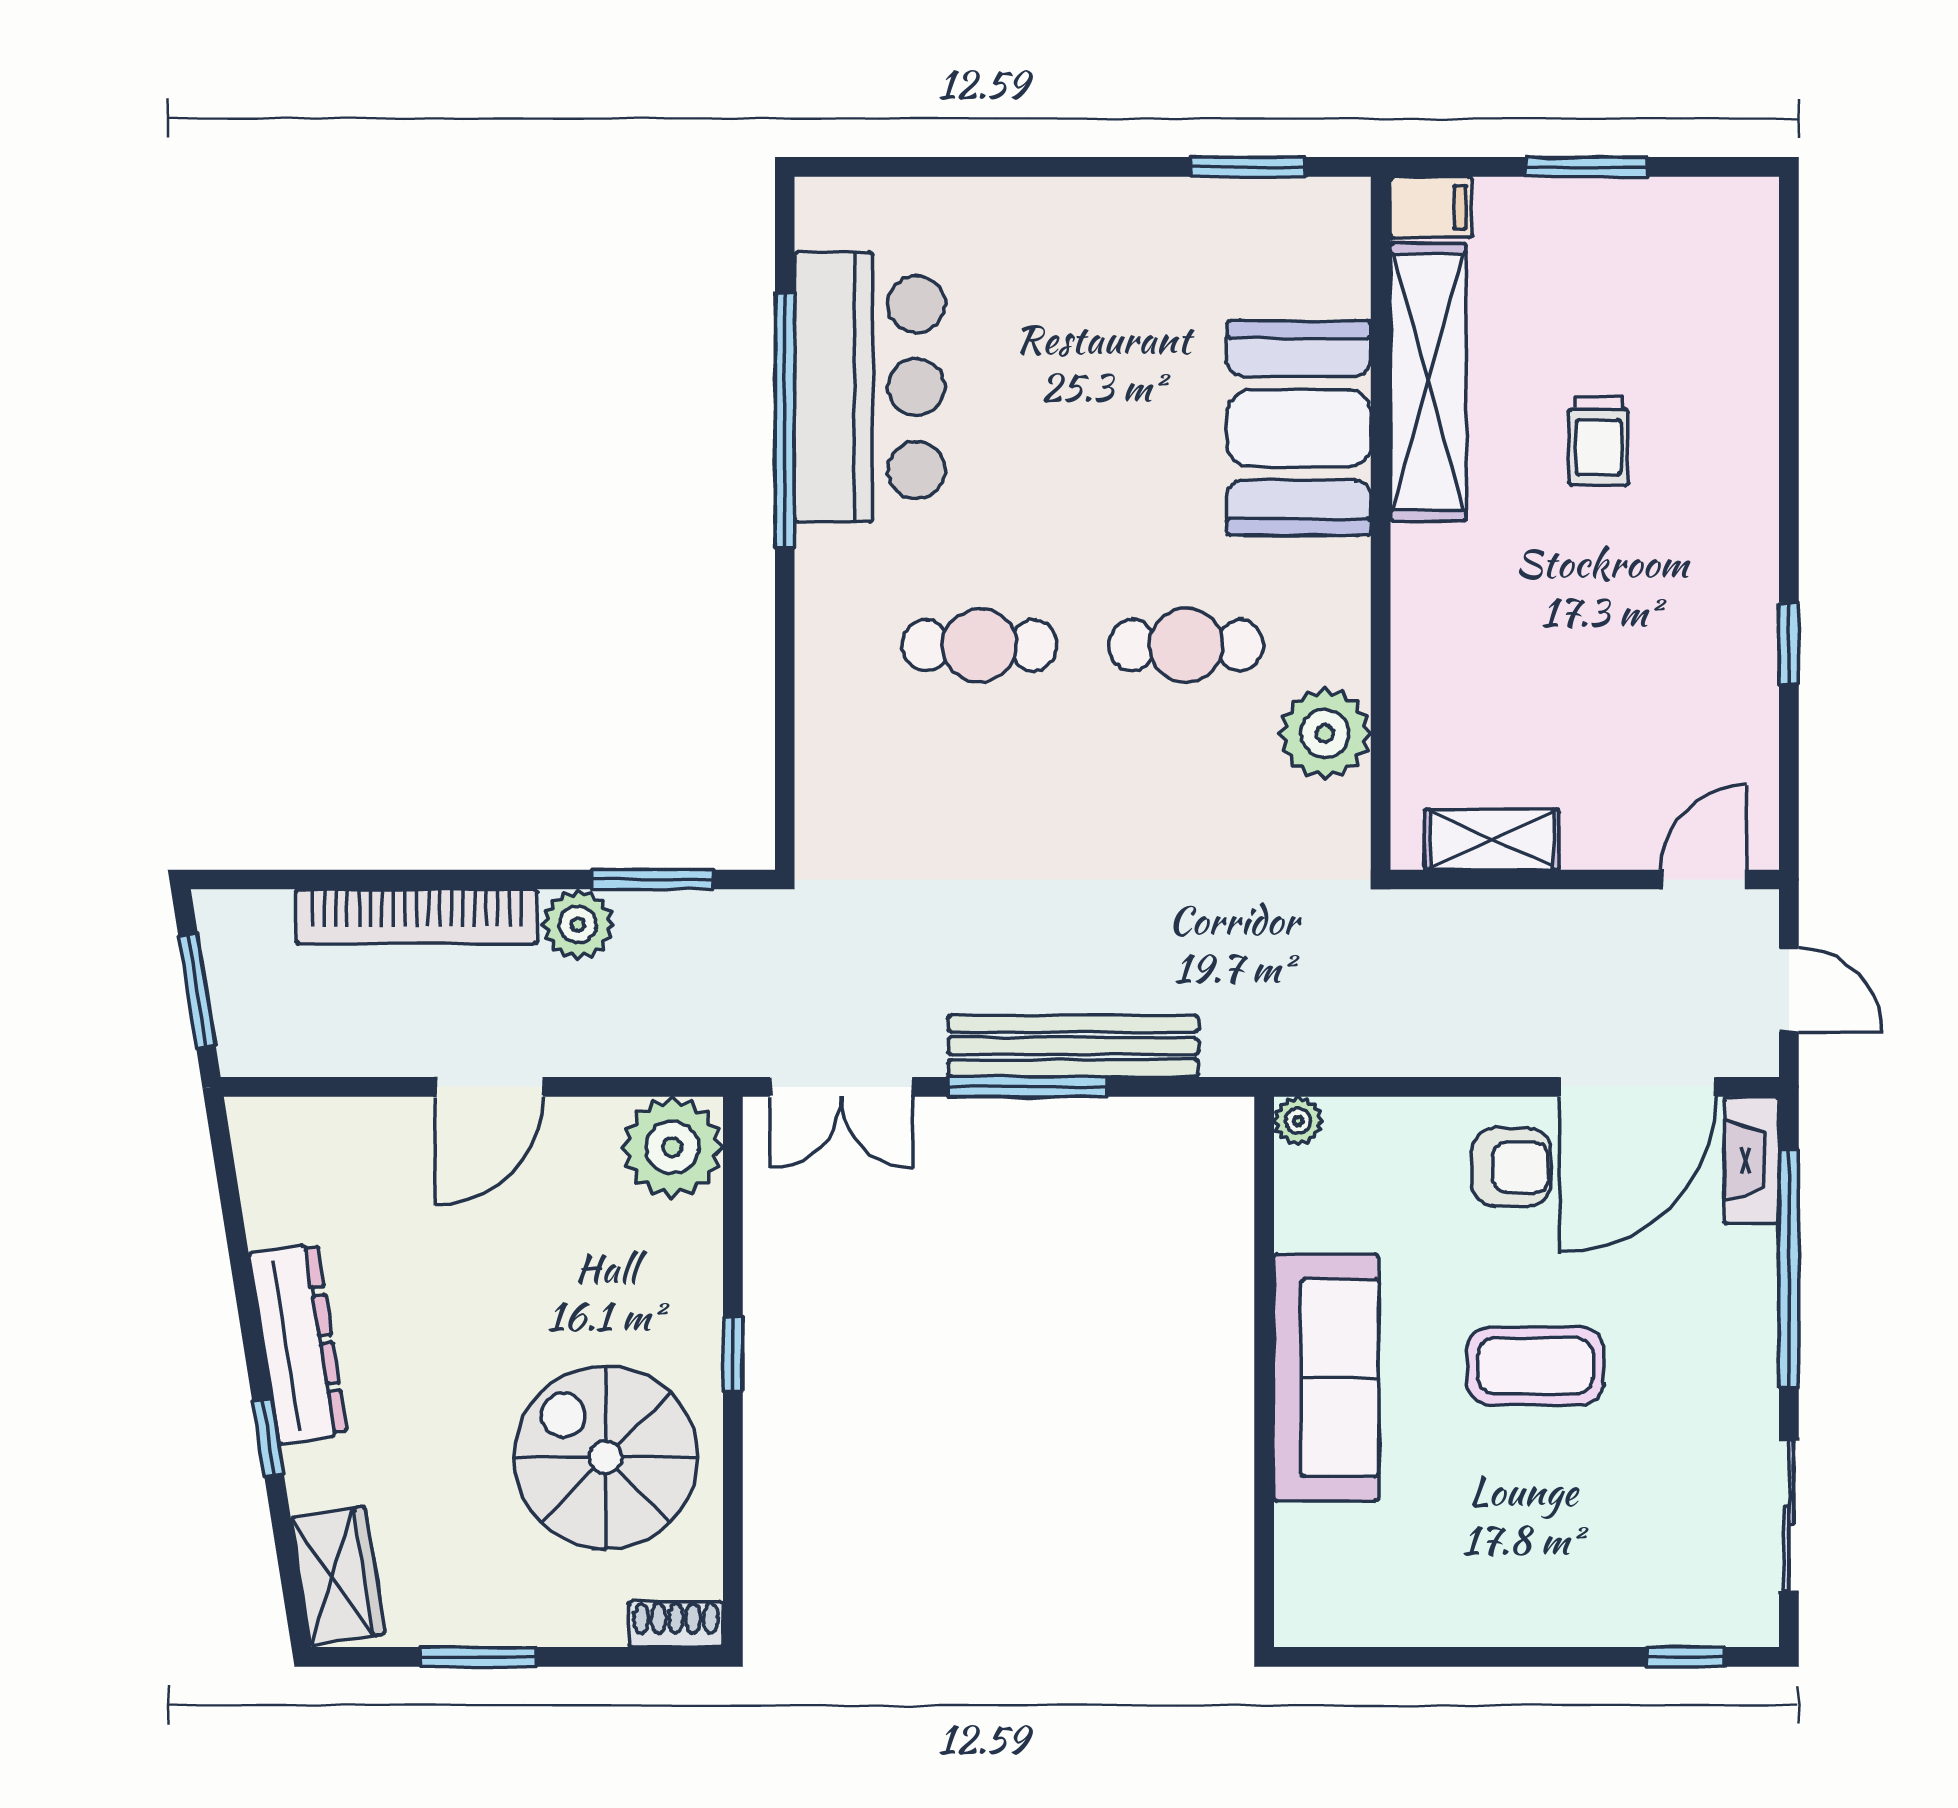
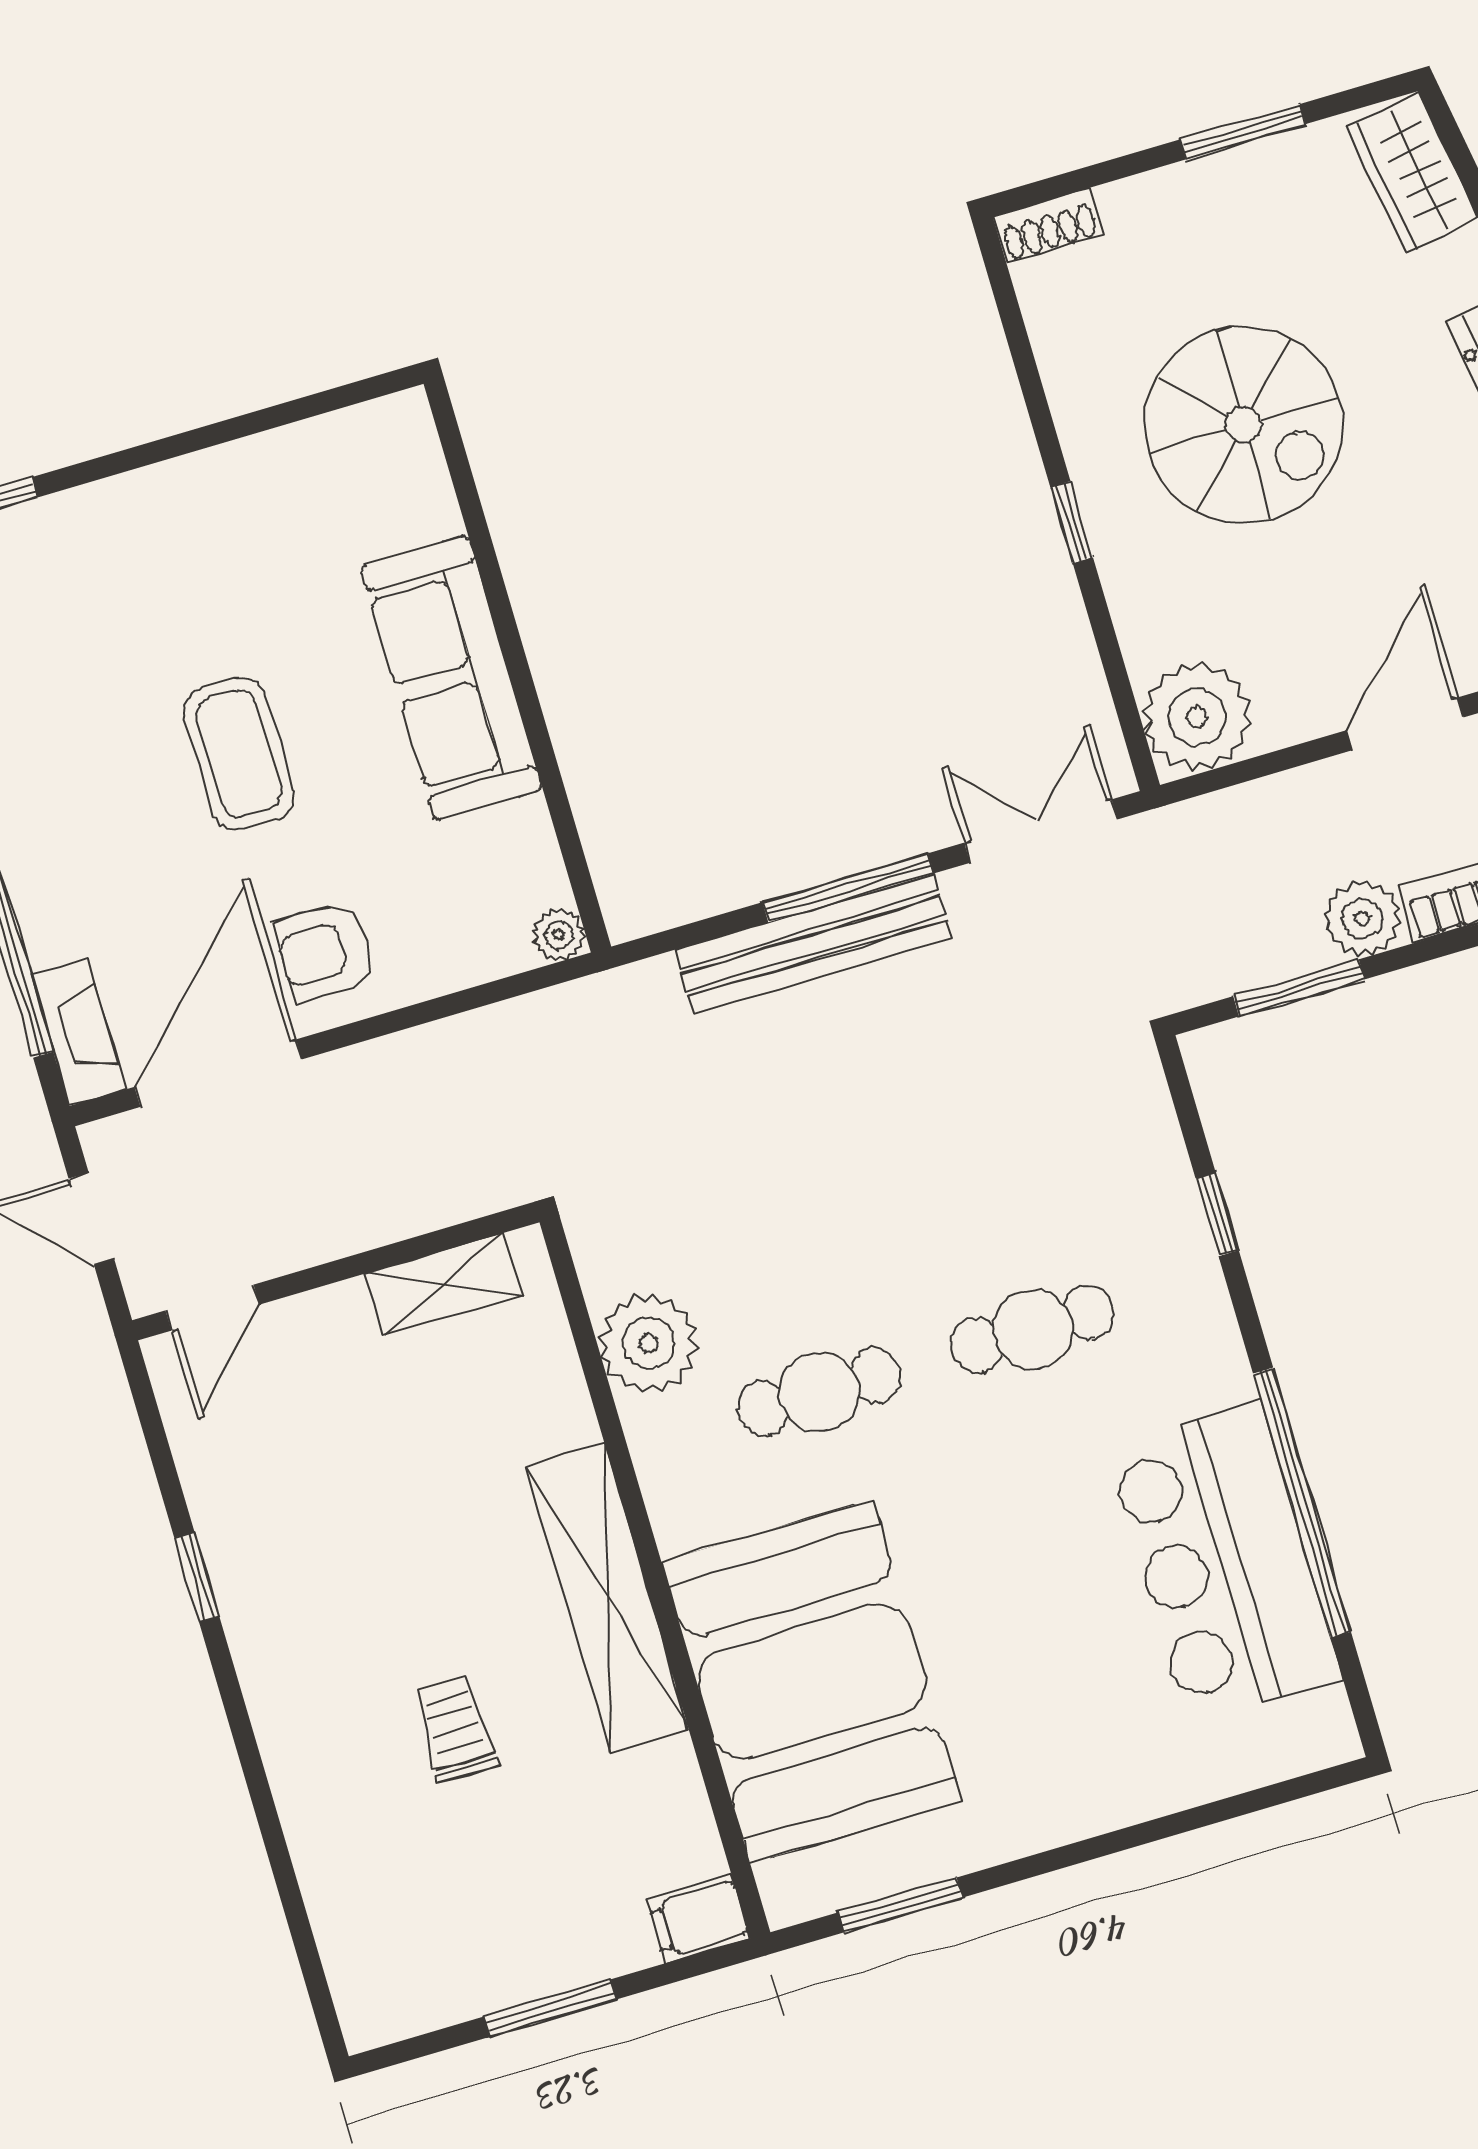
shelving: (1428, 382) -> (608, 1598), moved
booth: (1299, 428) -> (812, 1681), width x1.36, depth x1.42
window: (785, 699) -> (1217, 1214), added
coffee table: (1535, 1366) -> (239, 754), turned 90
spiral stairs: (606, 1457) -> (1243, 424), moved

